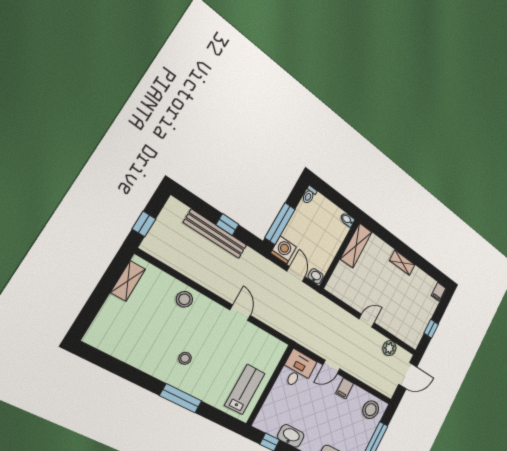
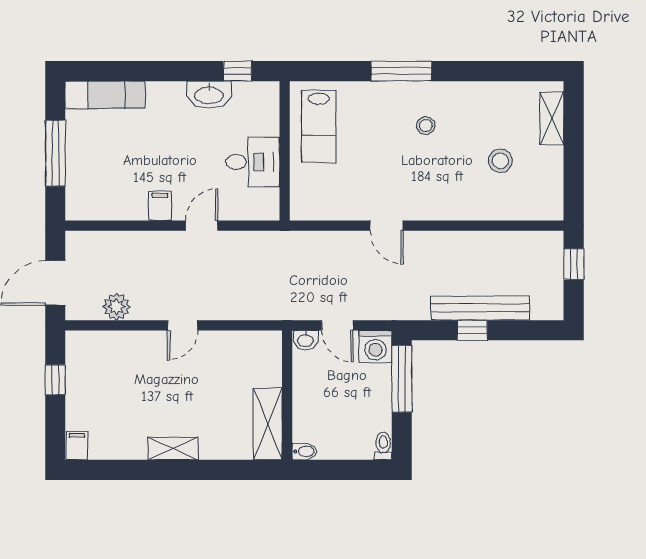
shelving: (128, 281) -> (552, 118), moved
stool: (184, 299) -> (500, 161), moved
desk: (298, 370) -> (253, 162), moved, turned -90
stool: (371, 410) -> (94, 196), removed

